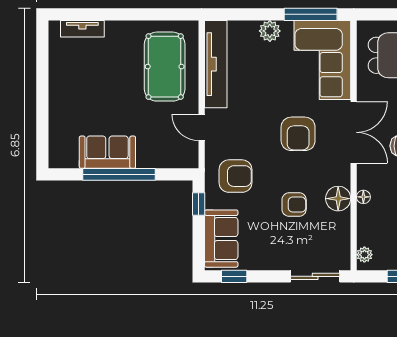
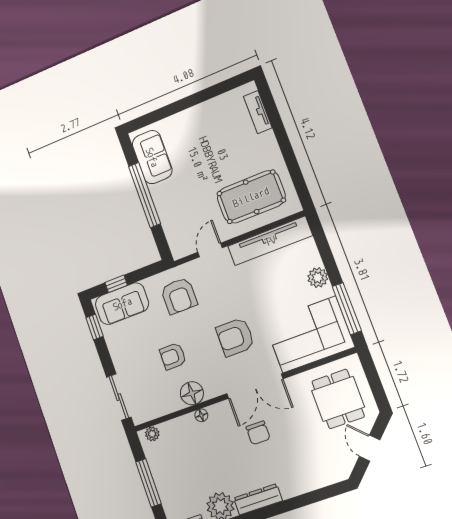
sofa: (107, 152) -> (152, 157), moved
window: (199, 204) -> (116, 284), moved
armchair: (294, 205) -> (173, 356), turned 90

